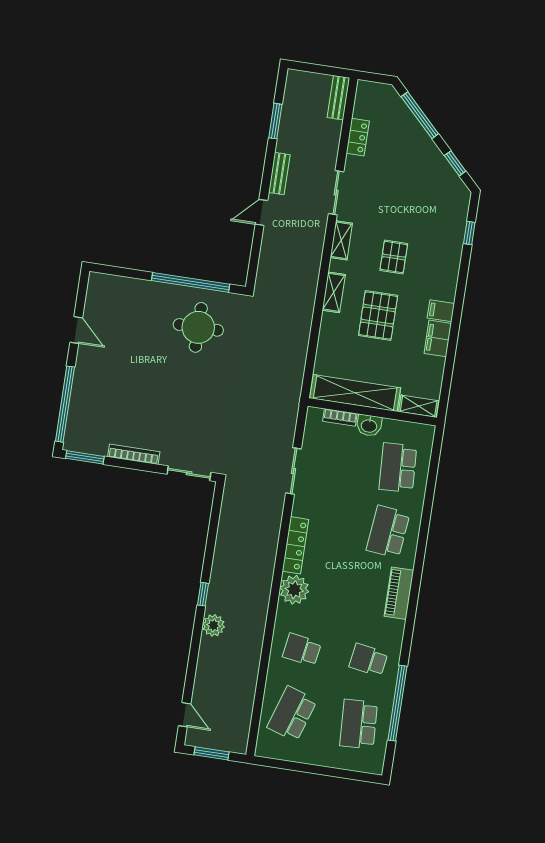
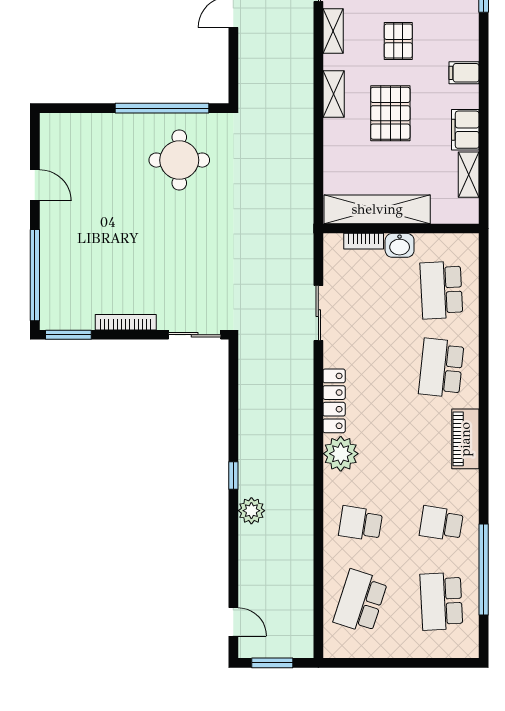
filing cabinet: (441, 311) -> (464, 73), moved
shelving: (419, 406) -> (469, 175), moved, turned 90

